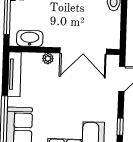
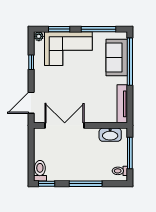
plant: (48, 59) -> (94, 118), removed

